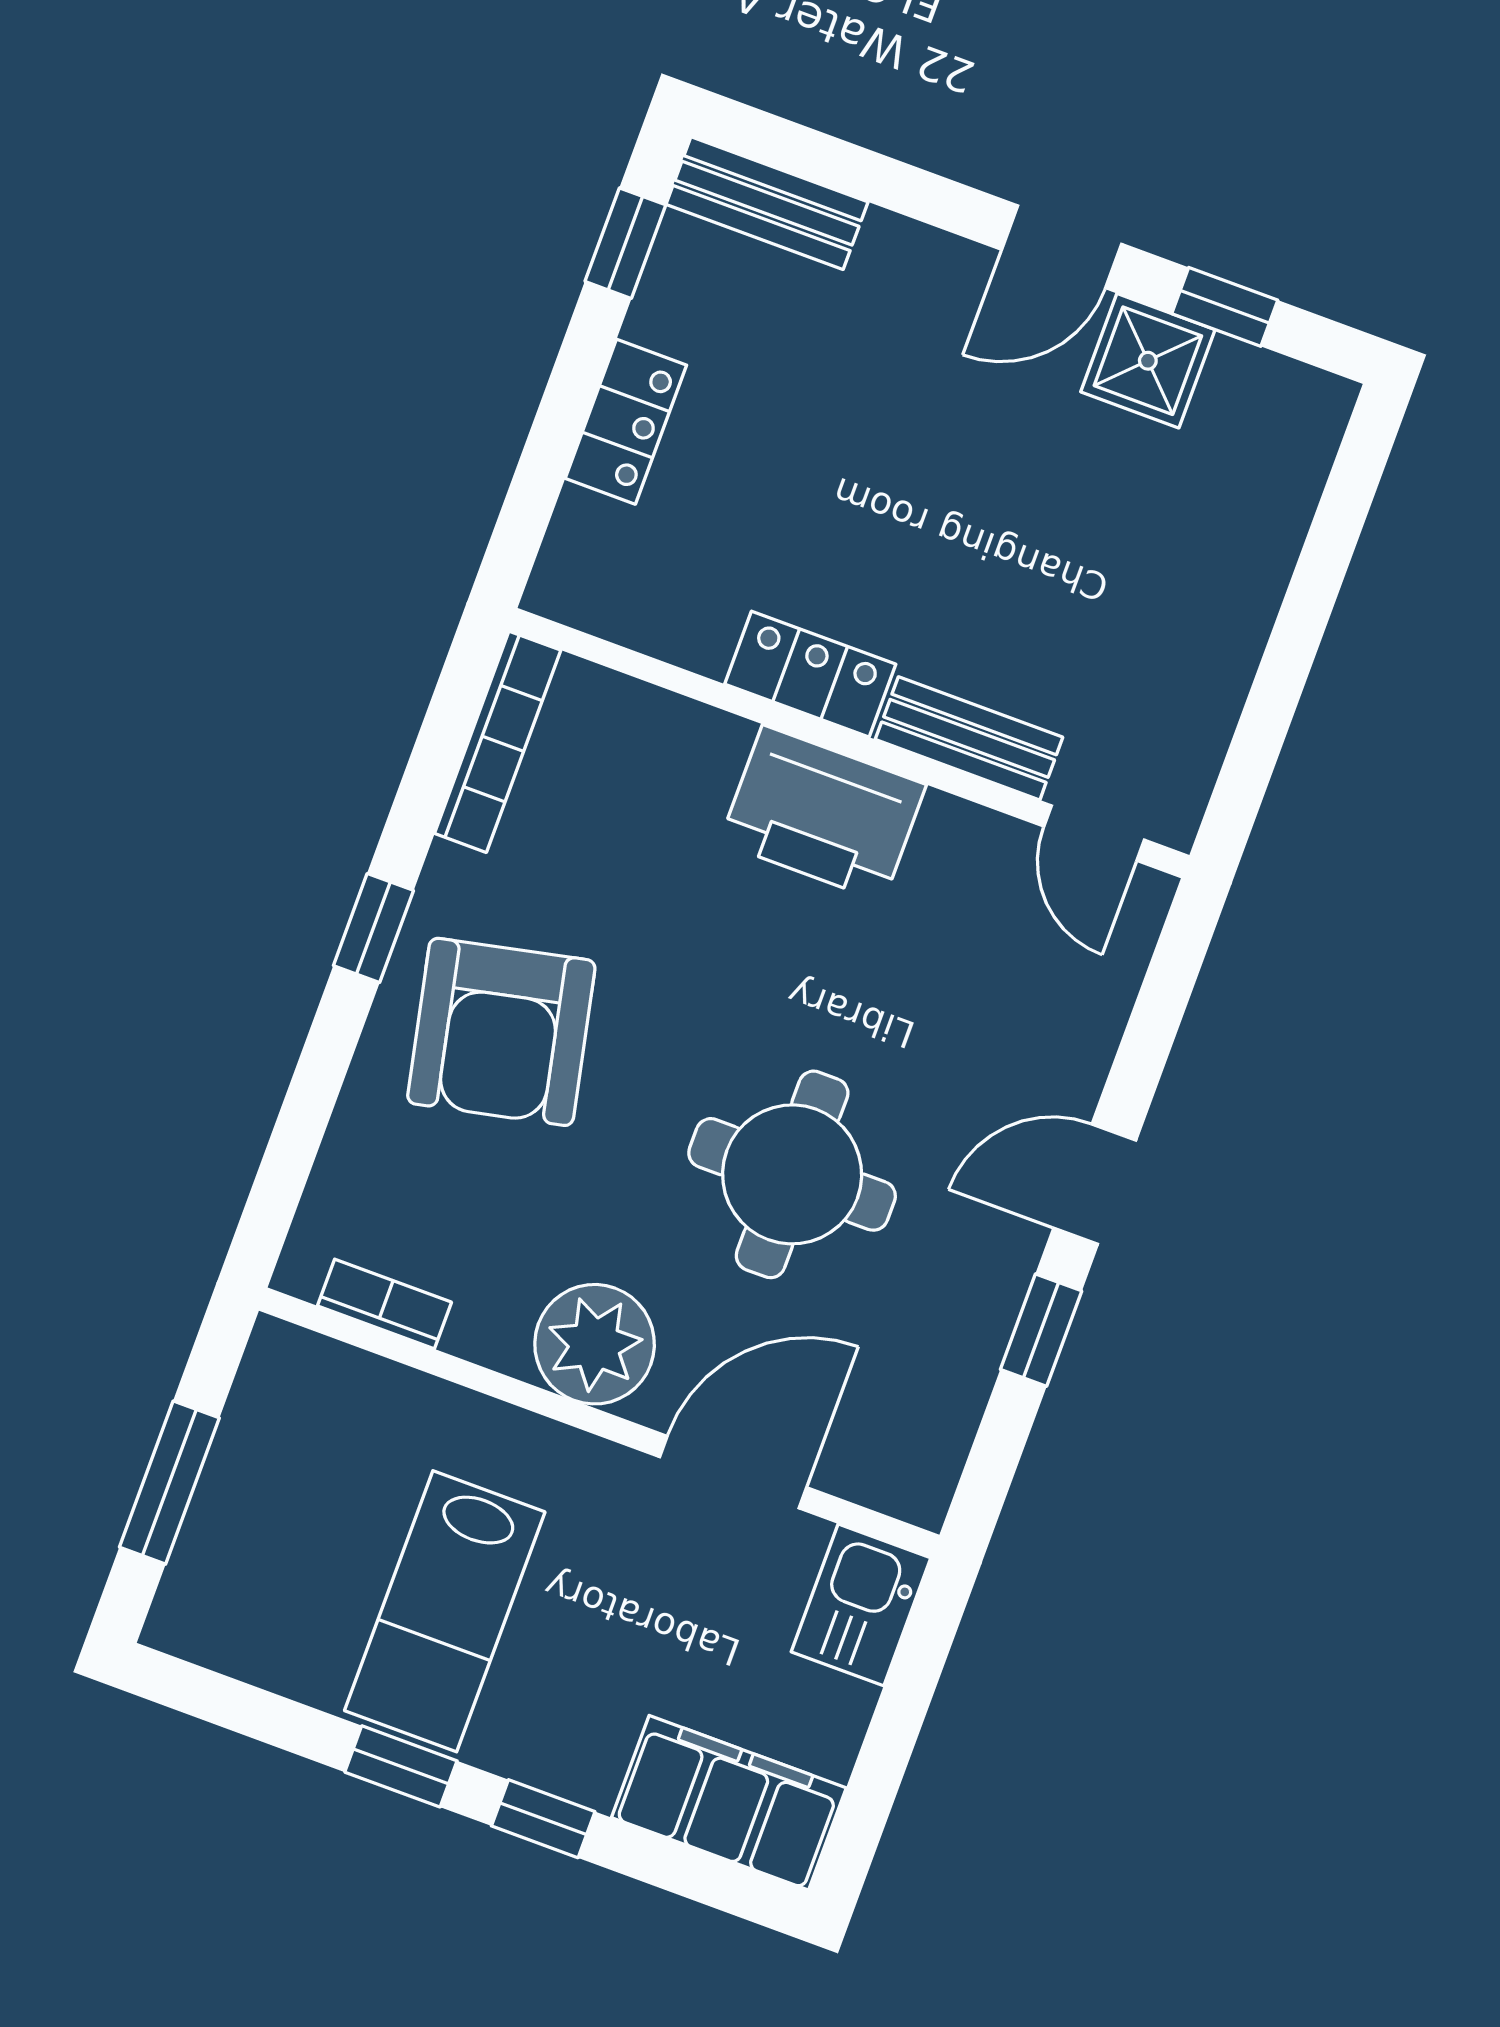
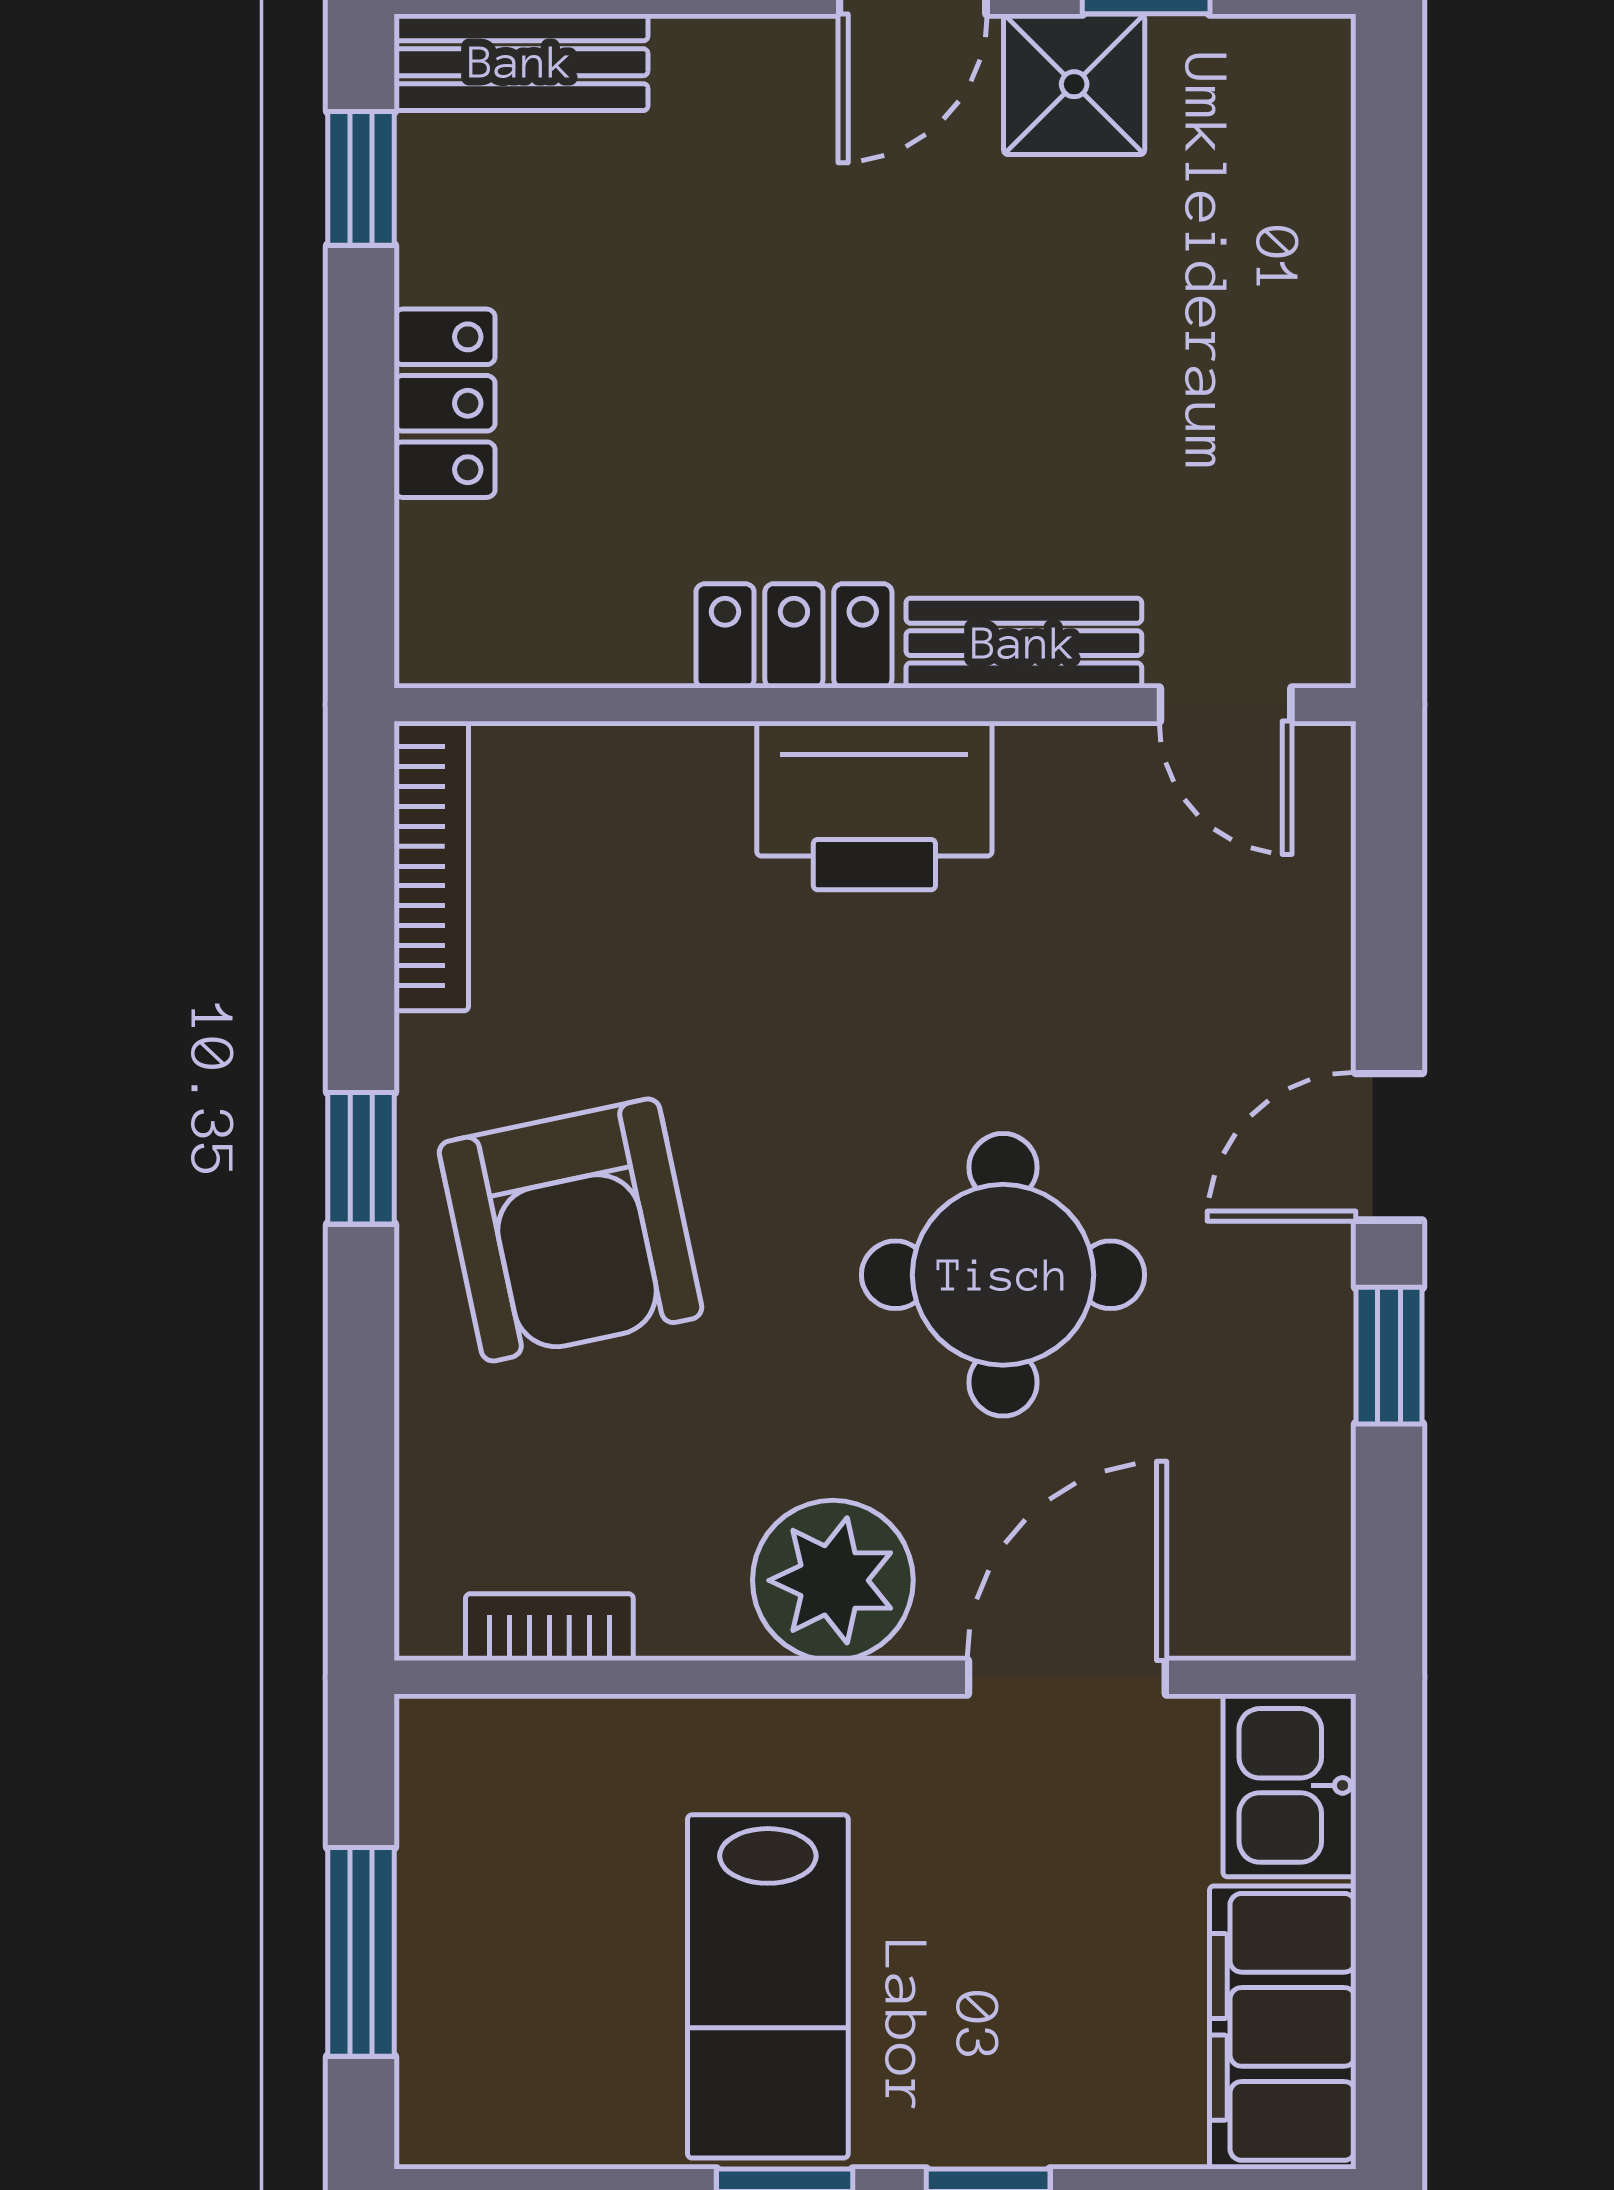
filing cabinet: (729, 1803) -> (1283, 2027), moved, turned -90

